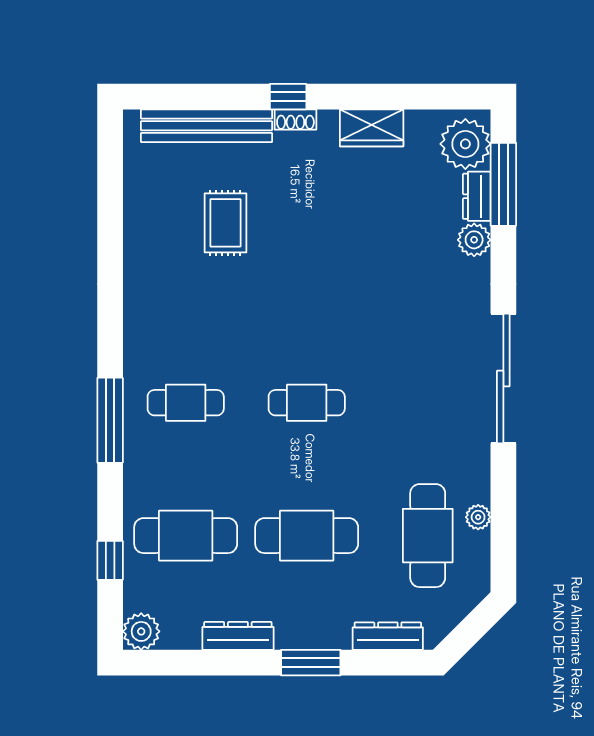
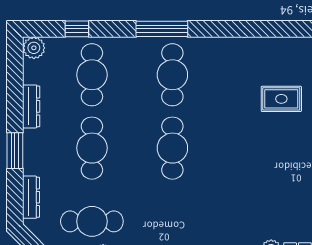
cafe table: (186, 403) -> (172, 75), width x1.37, depth x1.35
cafe table: (307, 403) -> (172, 148), width x1.37, depth x1.35

